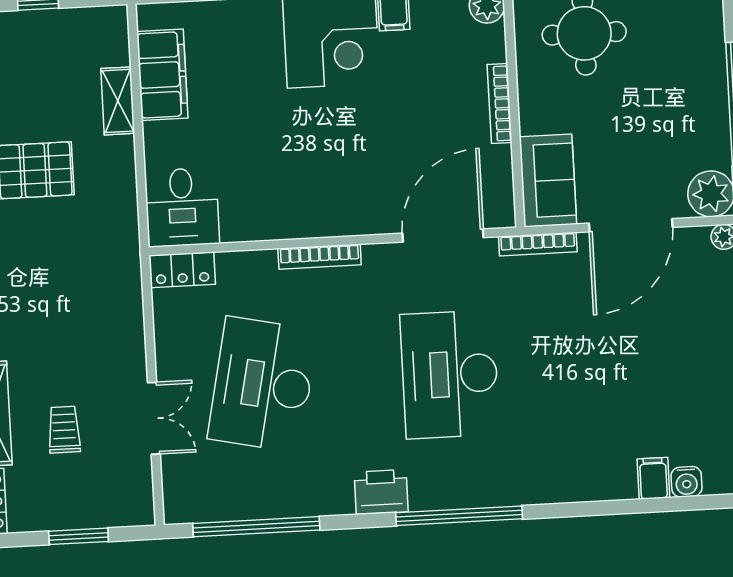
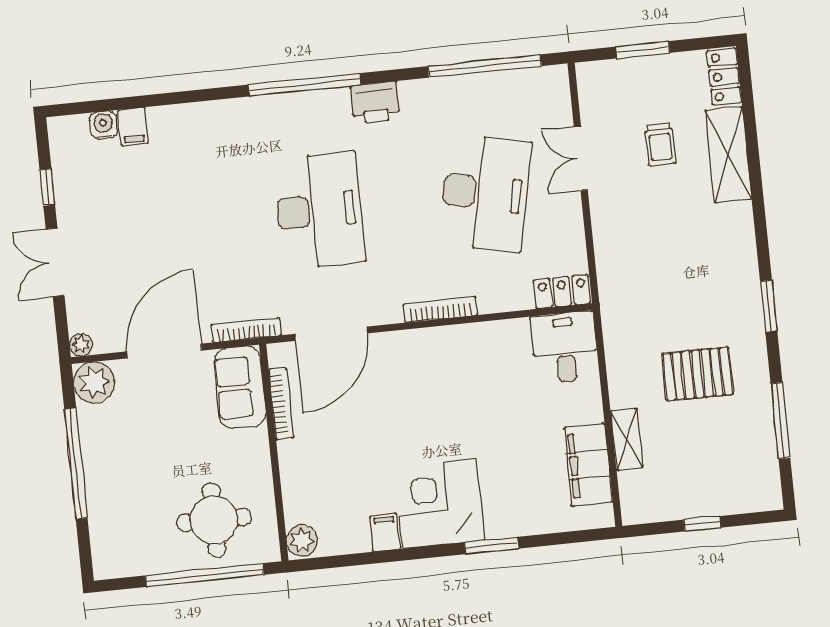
bookcase: (500, 104) -> (281, 404), moved

